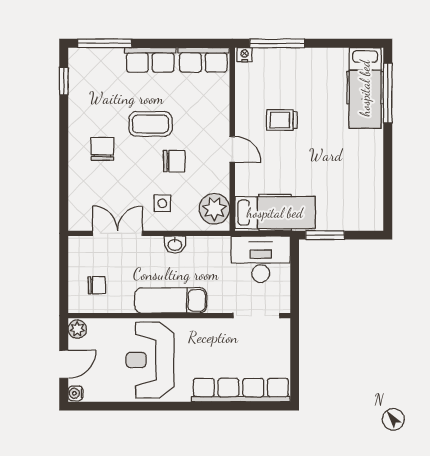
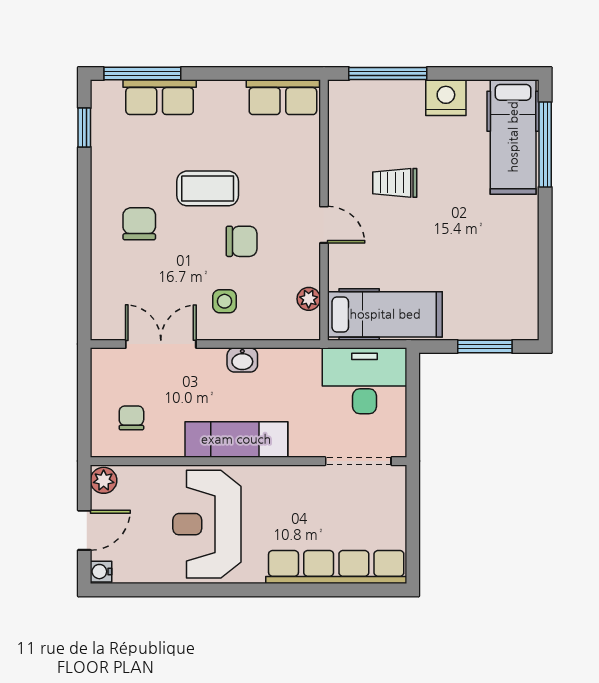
nightstand: (245, 55) -> (446, 98), moved, width x1.89, depth x1.79
row of seats: (150, 60) -> (160, 97), moved
plant: (214, 209) -> (309, 299), width x0.53, depth x0.53
window: (325, 235) -> (485, 347), moved
chair: (97, 285) -> (131, 418), turned -90

